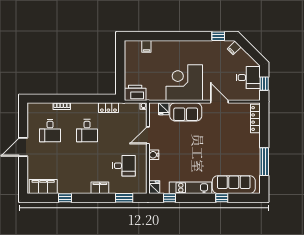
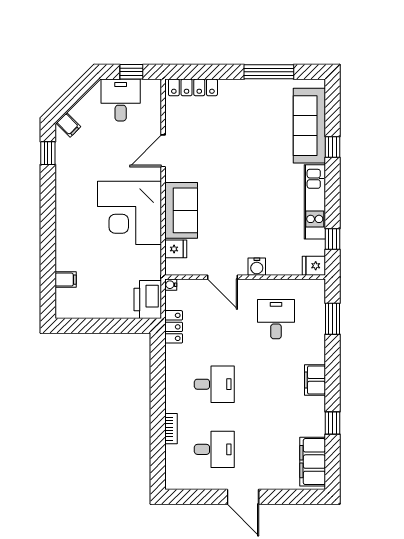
locker: (108, 108) -> (174, 327), moved
filing cabinet: (100, 188) -> (315, 380), moved

